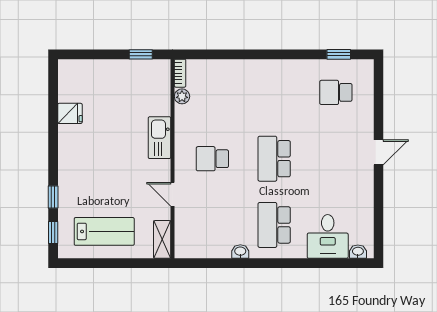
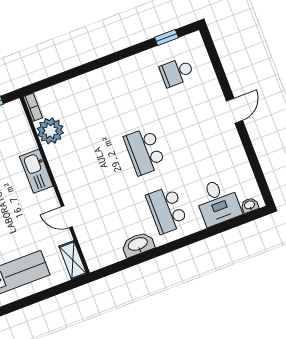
plant: (182, 96) -> (50, 131), width x1.88, depth x1.88
school desk: (212, 159) -> (90, 172), removed
washbasin: (240, 252) -> (138, 244), width x1.91, depth x1.45

